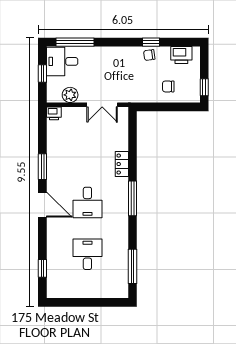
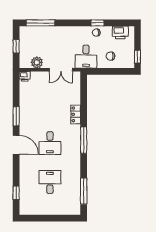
desk: (62, 61) -> (86, 57), moved, turned -90

